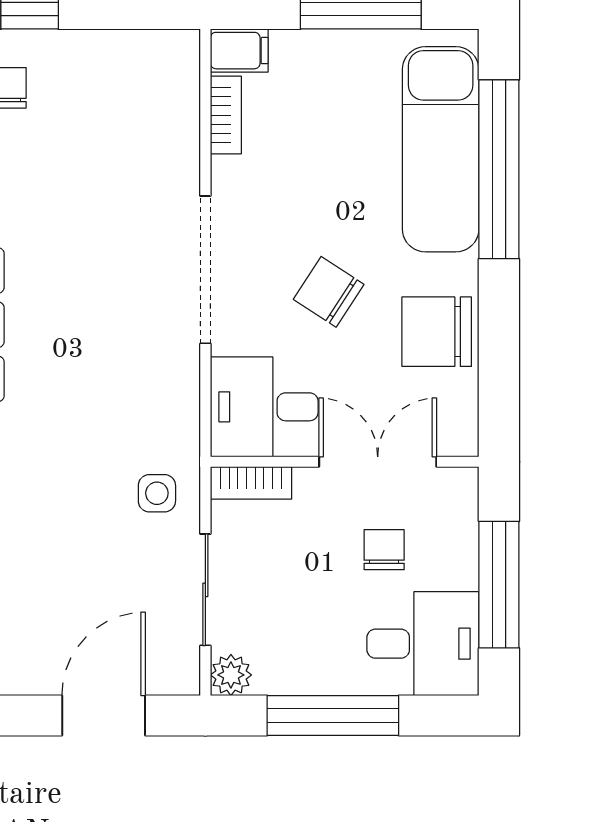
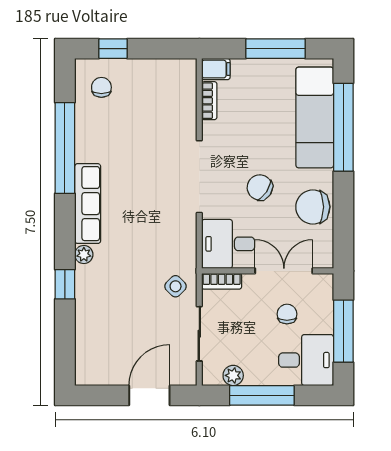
side table: (157, 493) -> (176, 286), turned 45
plant: (231, 675) -> (233, 375), moved

